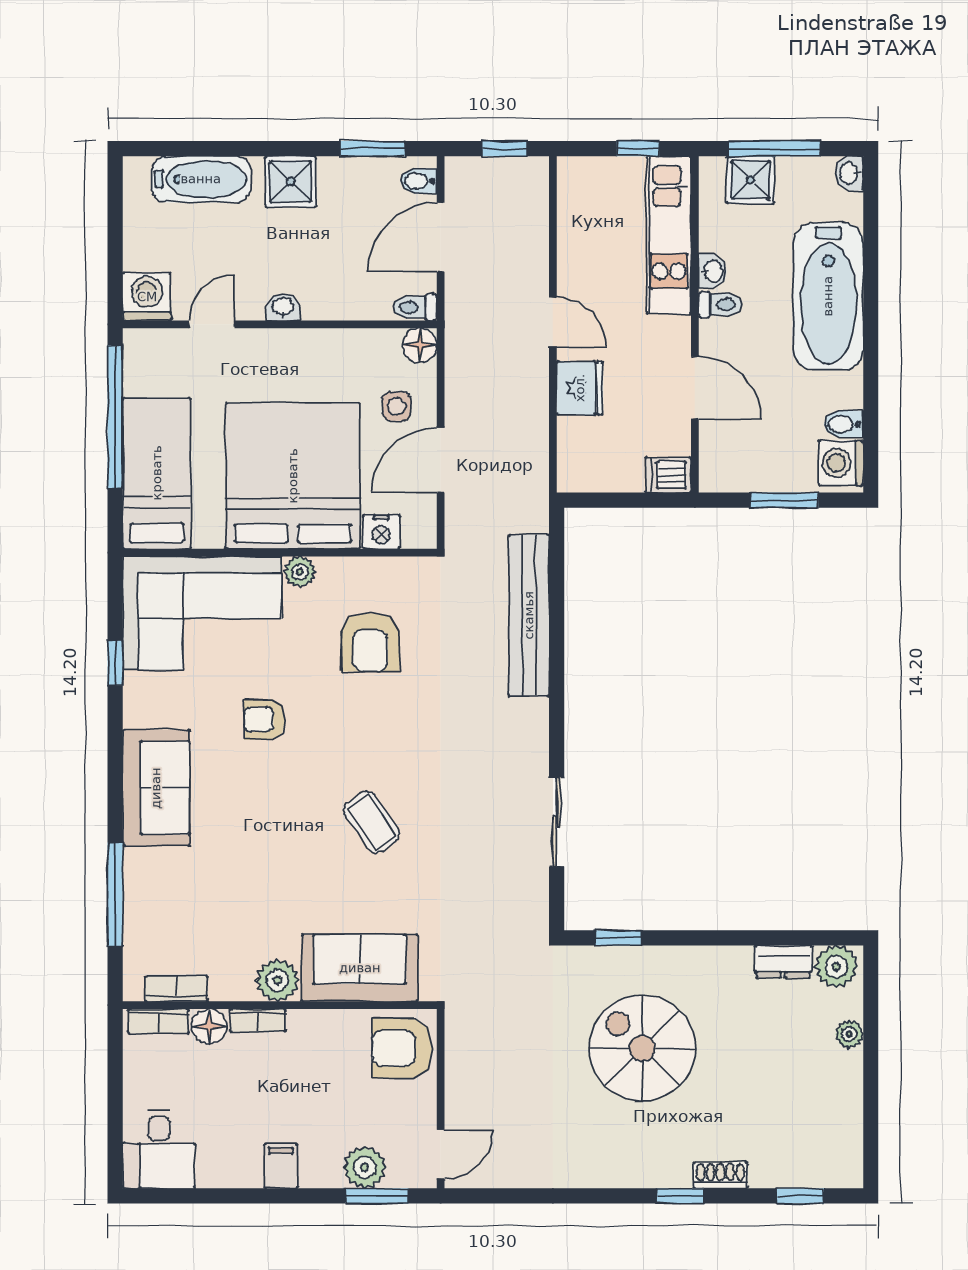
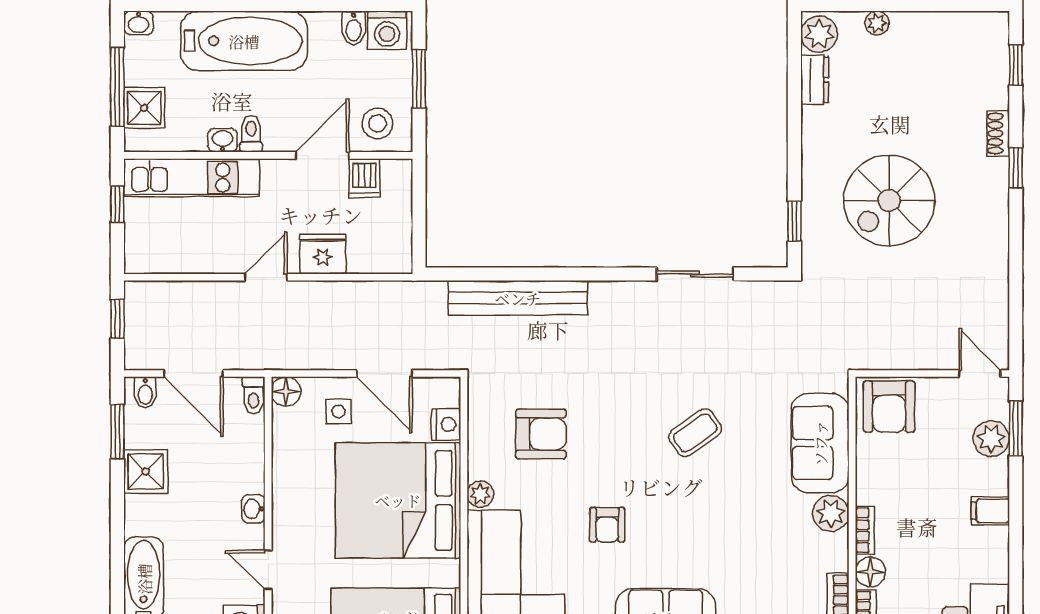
shower: (291, 182) -> (146, 472), moved
stool: (732, 452) -> (377, 123), added
dishwasher: (668, 475) -> (364, 178), moved

